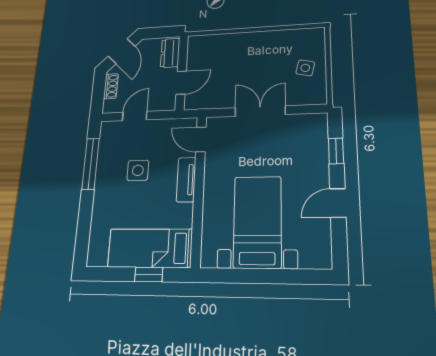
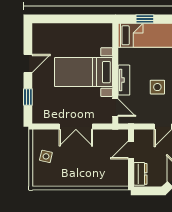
bed with nightstands: (257, 222) -> (84, 72), moved, turned 90

